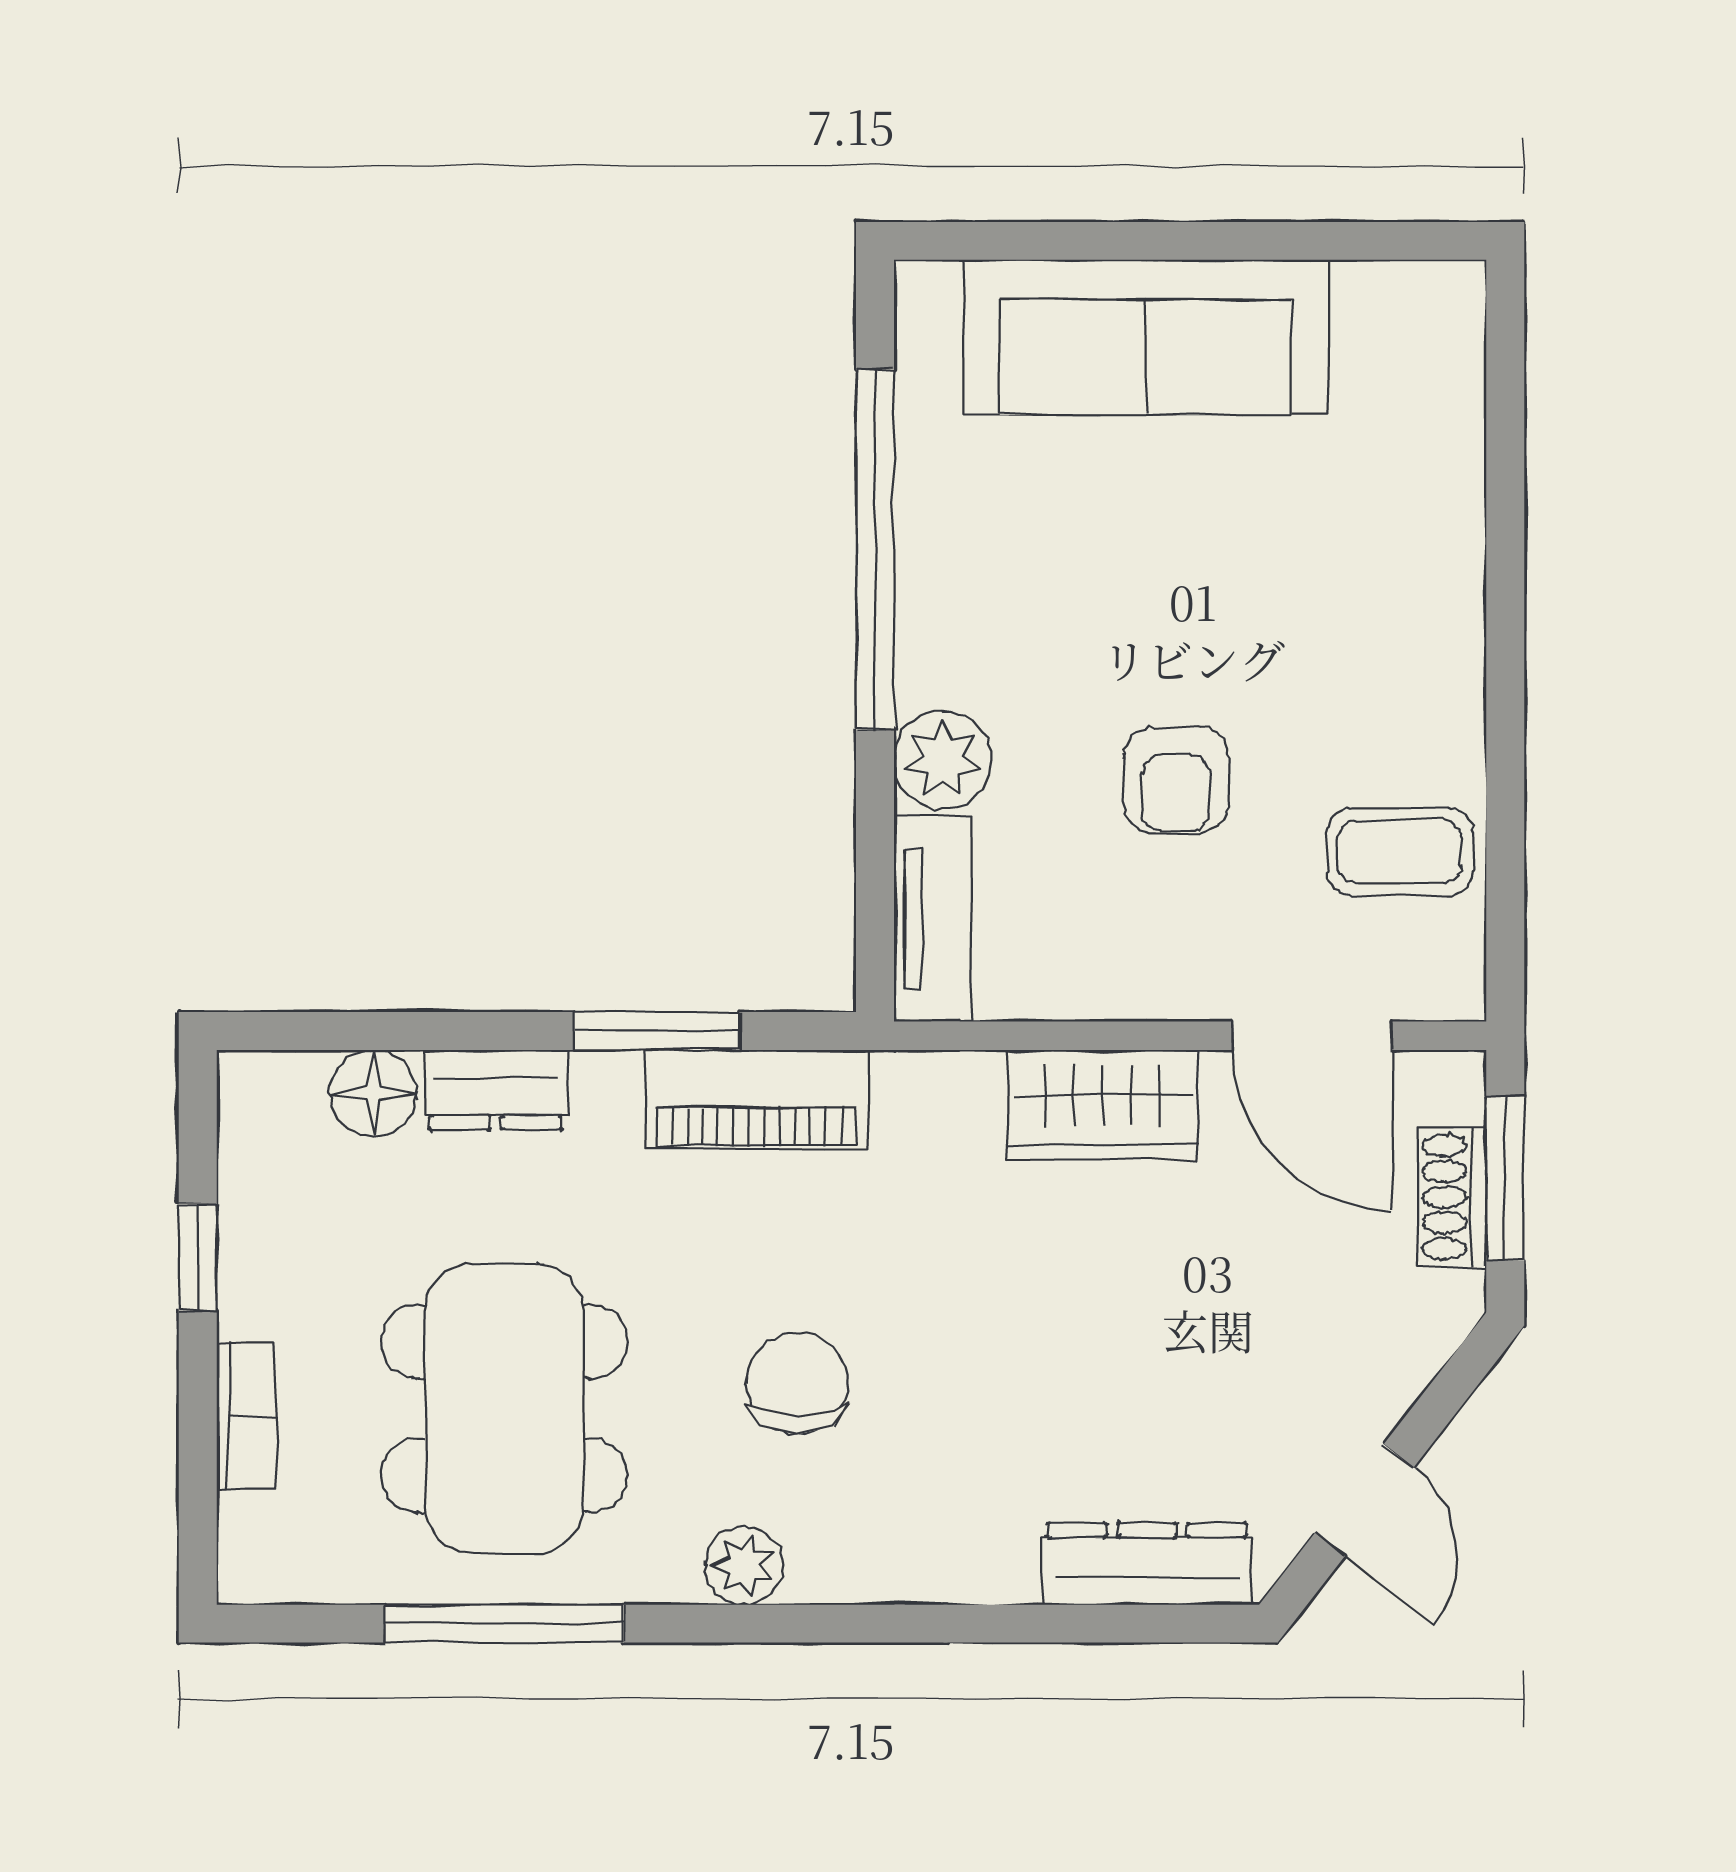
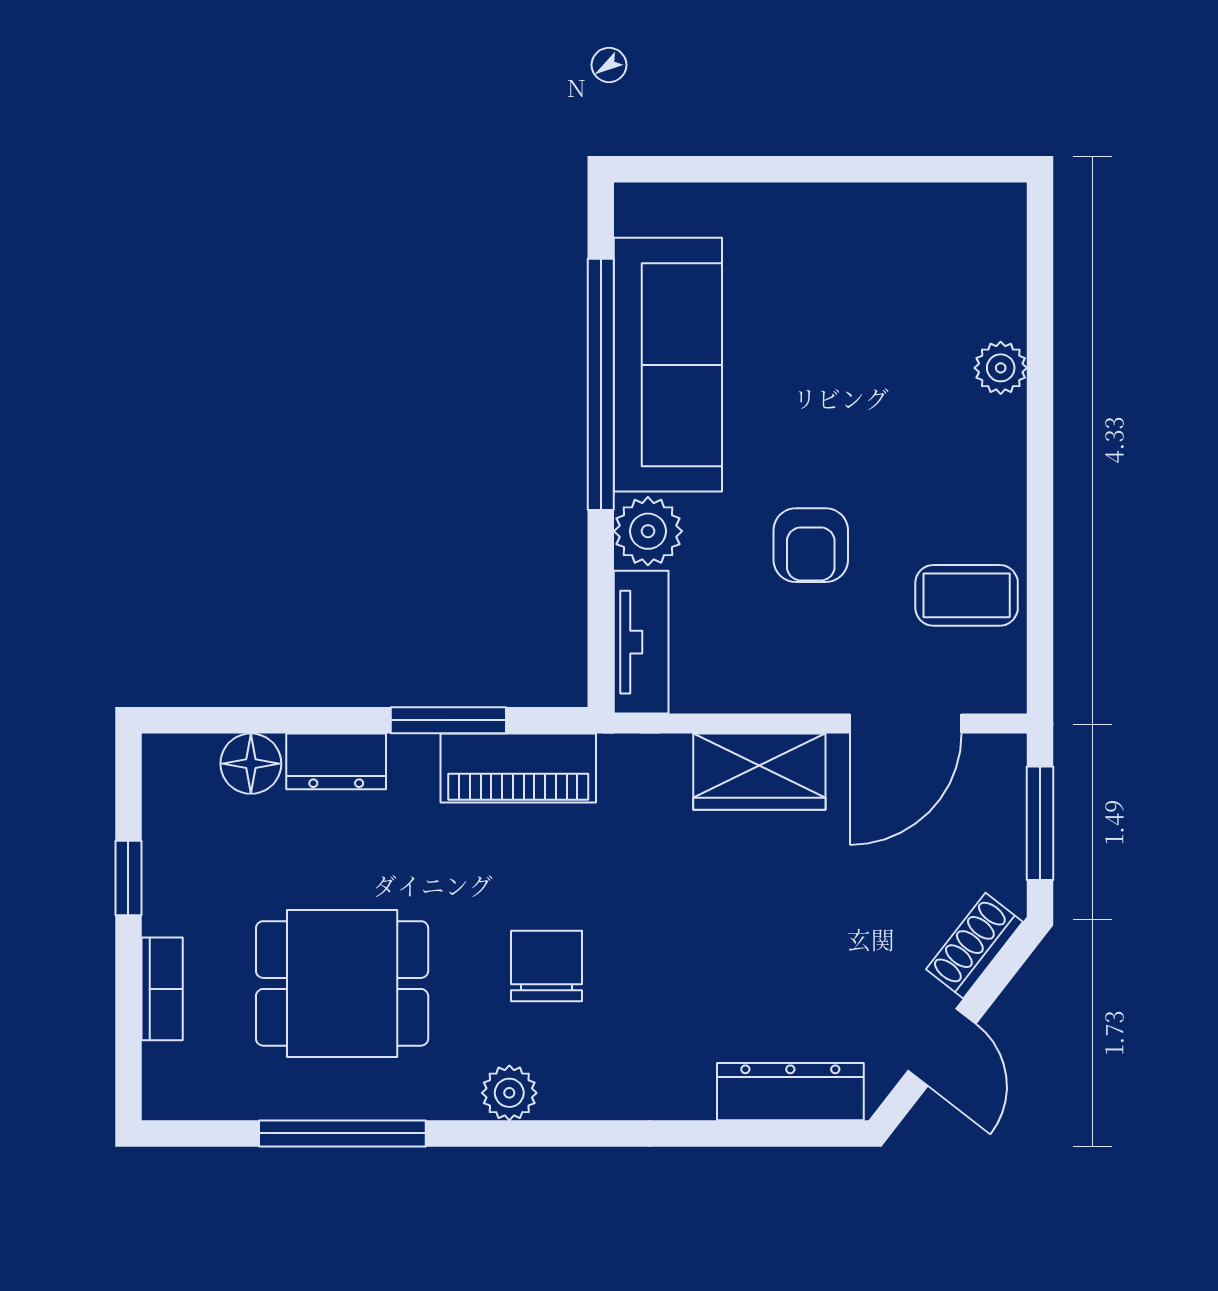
sofa: (1146, 337) -> (668, 365), moved, turned -90
plant: (1449, 526) -> (1001, 368), added
door: (1312, 1036) -> (906, 724), hinge flipped
shoe rack: (1452, 1197) -> (974, 946), moved, turned 38
dining table: (504, 1408) -> (342, 983), width x0.73

